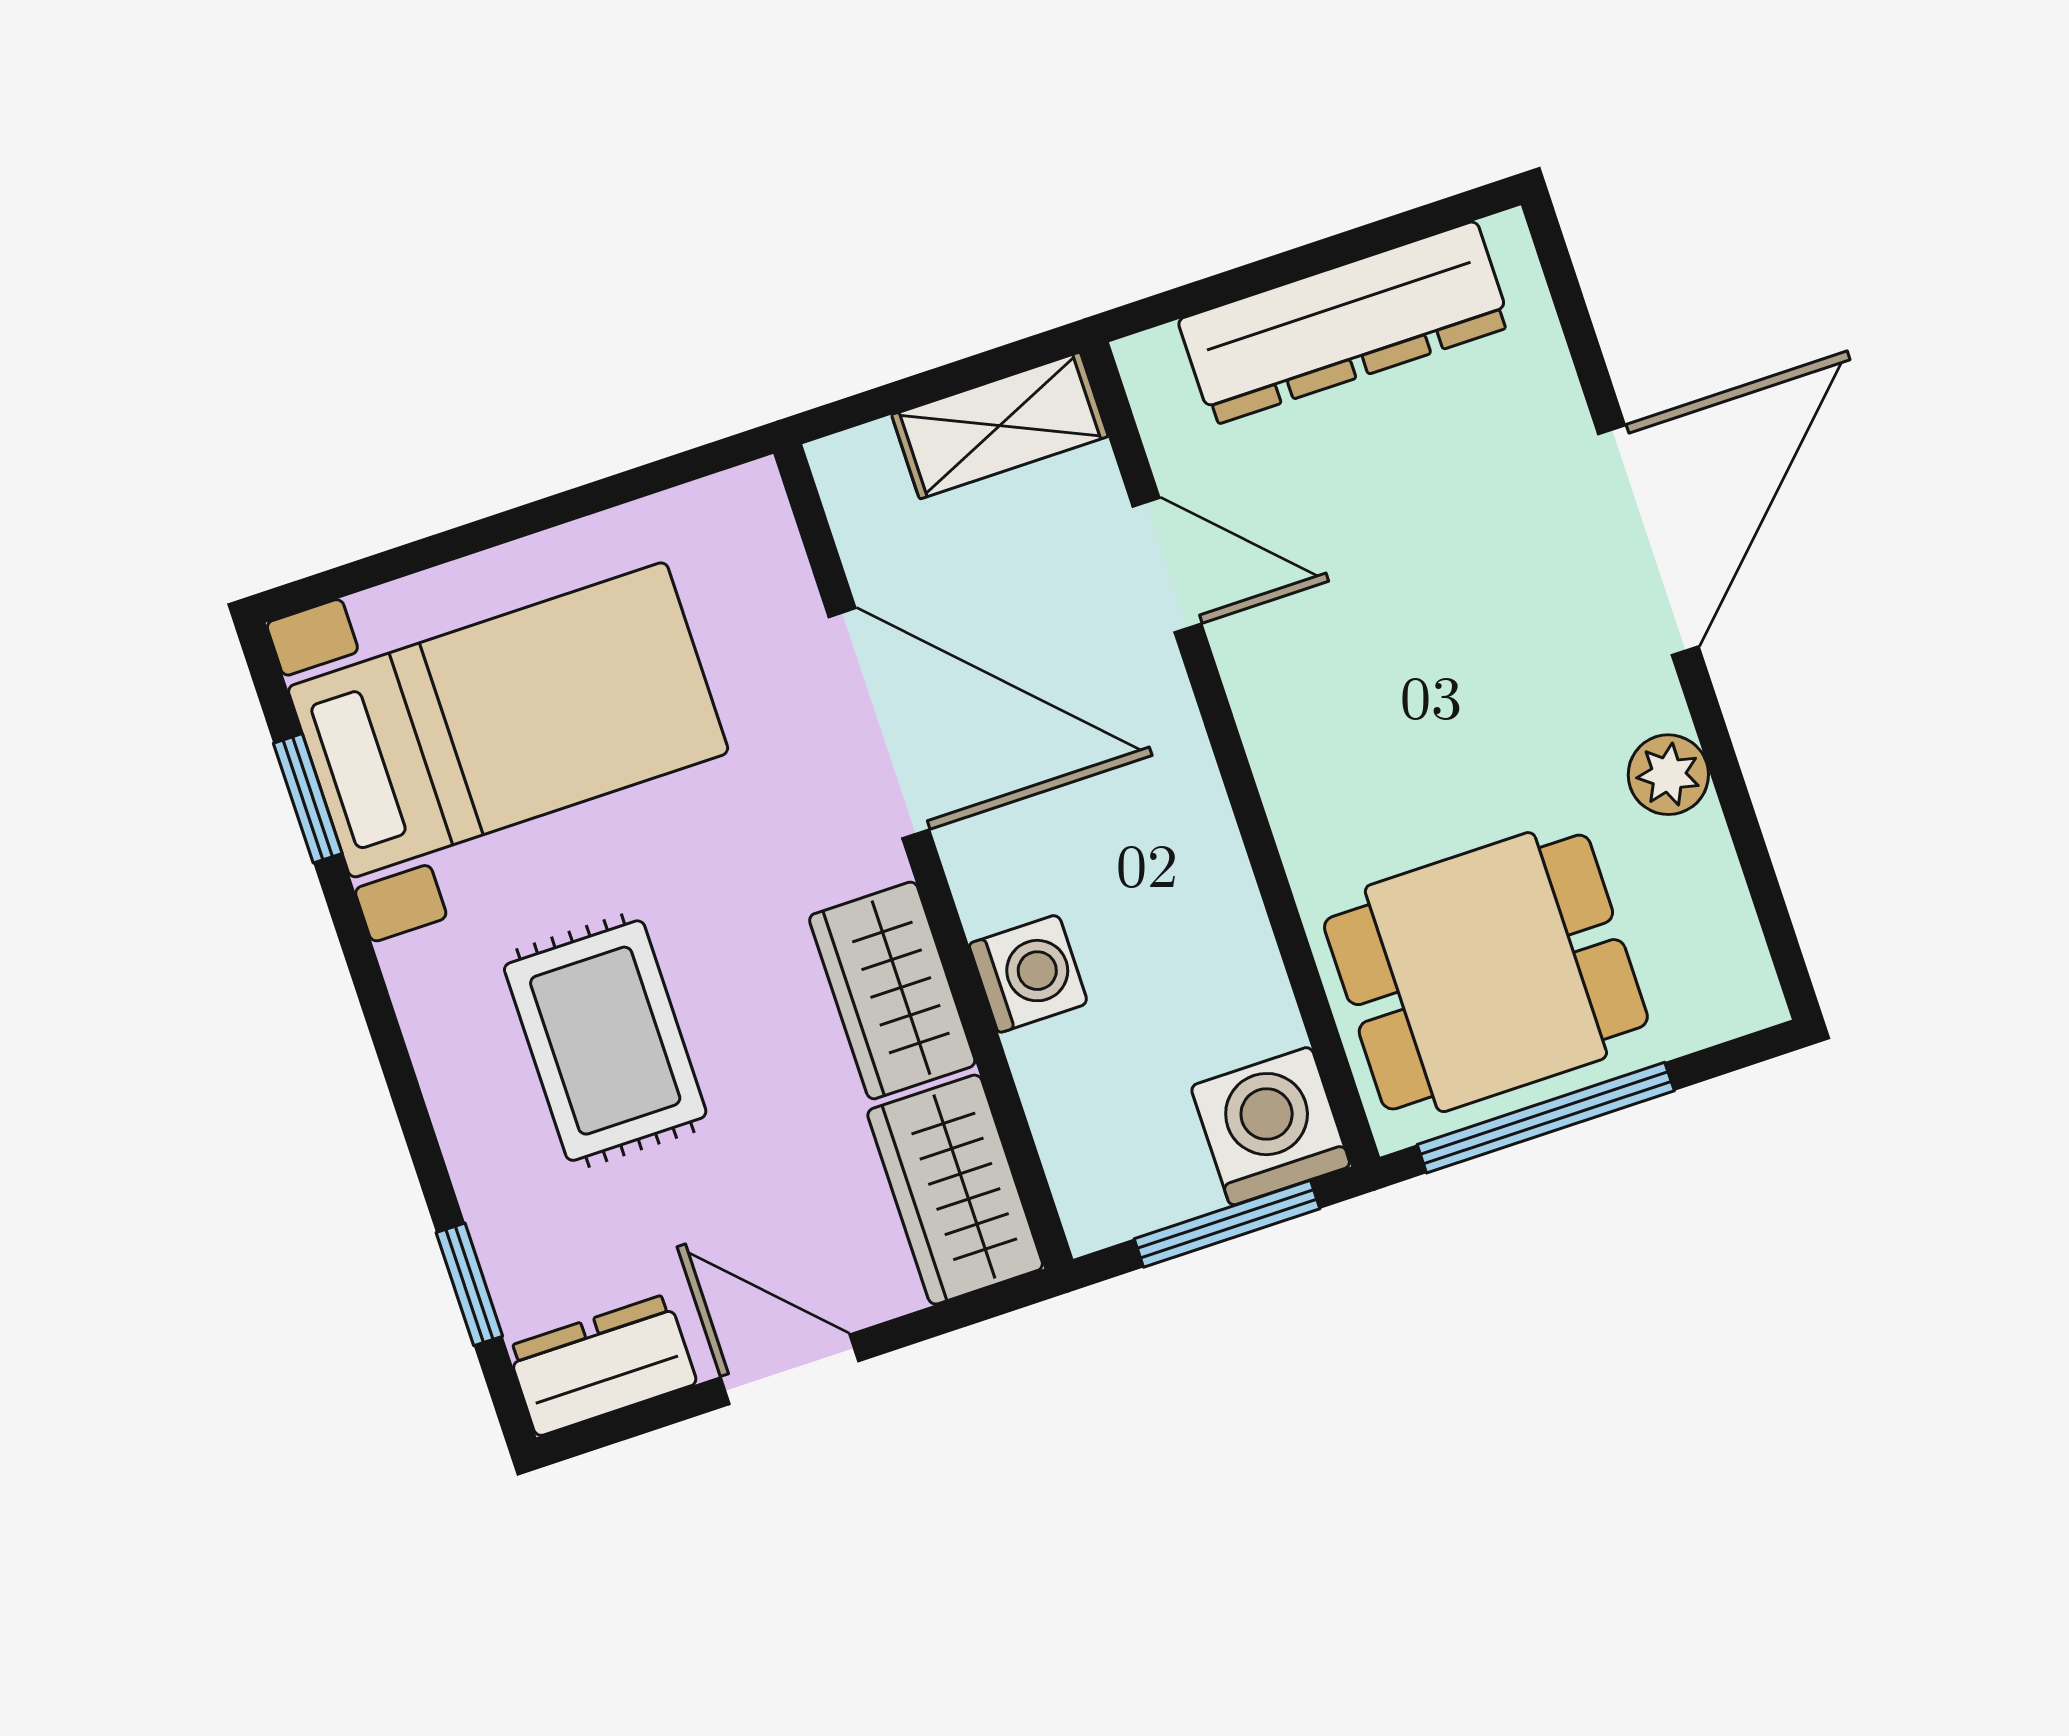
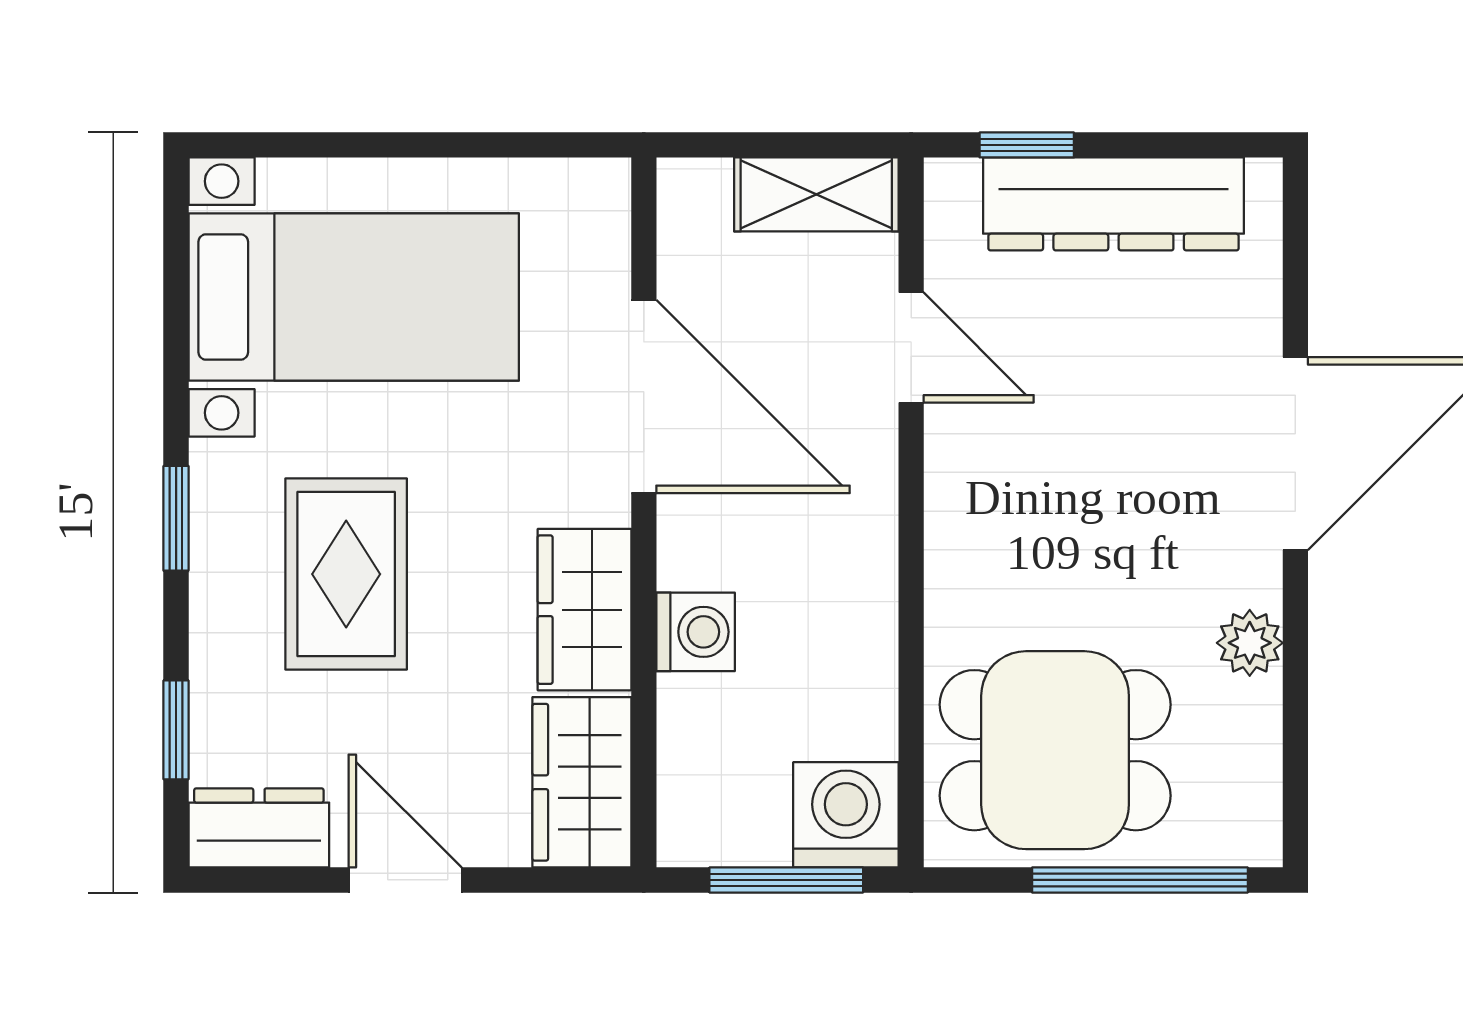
window: (1222, 288) -> (1027, 145), added
window: (308, 798) -> (176, 518), moved
window: (1546, 1118) -> (1140, 880), moved

